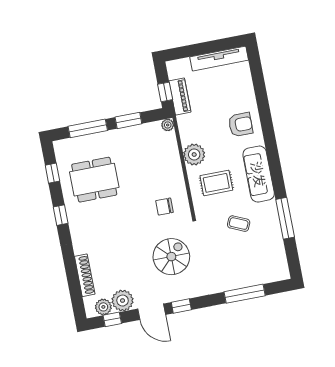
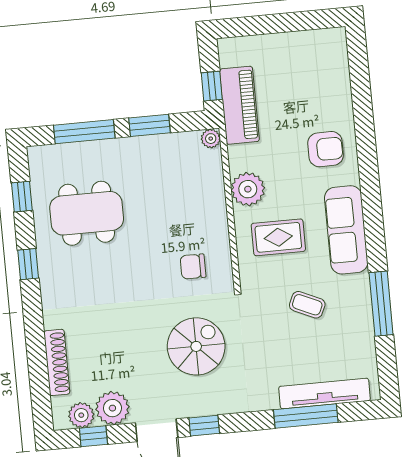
tv unit: (219, 59) -> (325, 394), moved, turned 180
piano: (180, 96) -> (239, 105), width x1.37, depth x1.33

